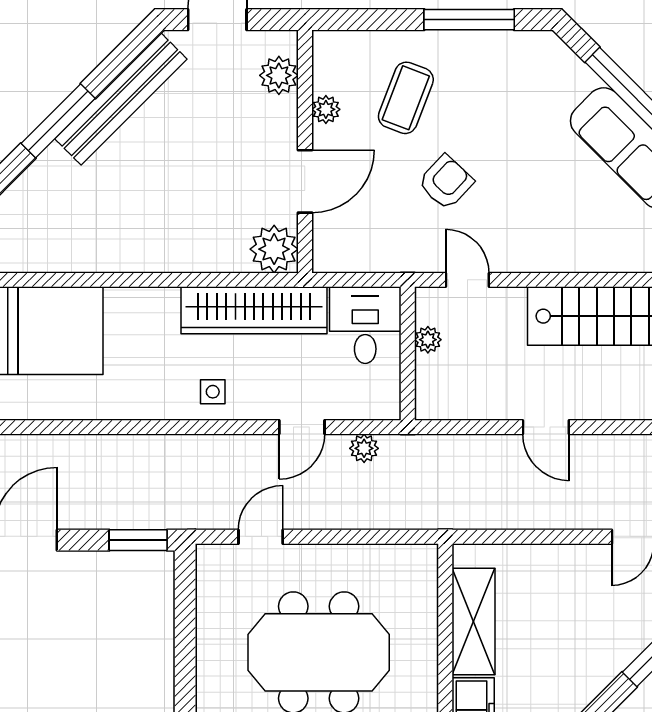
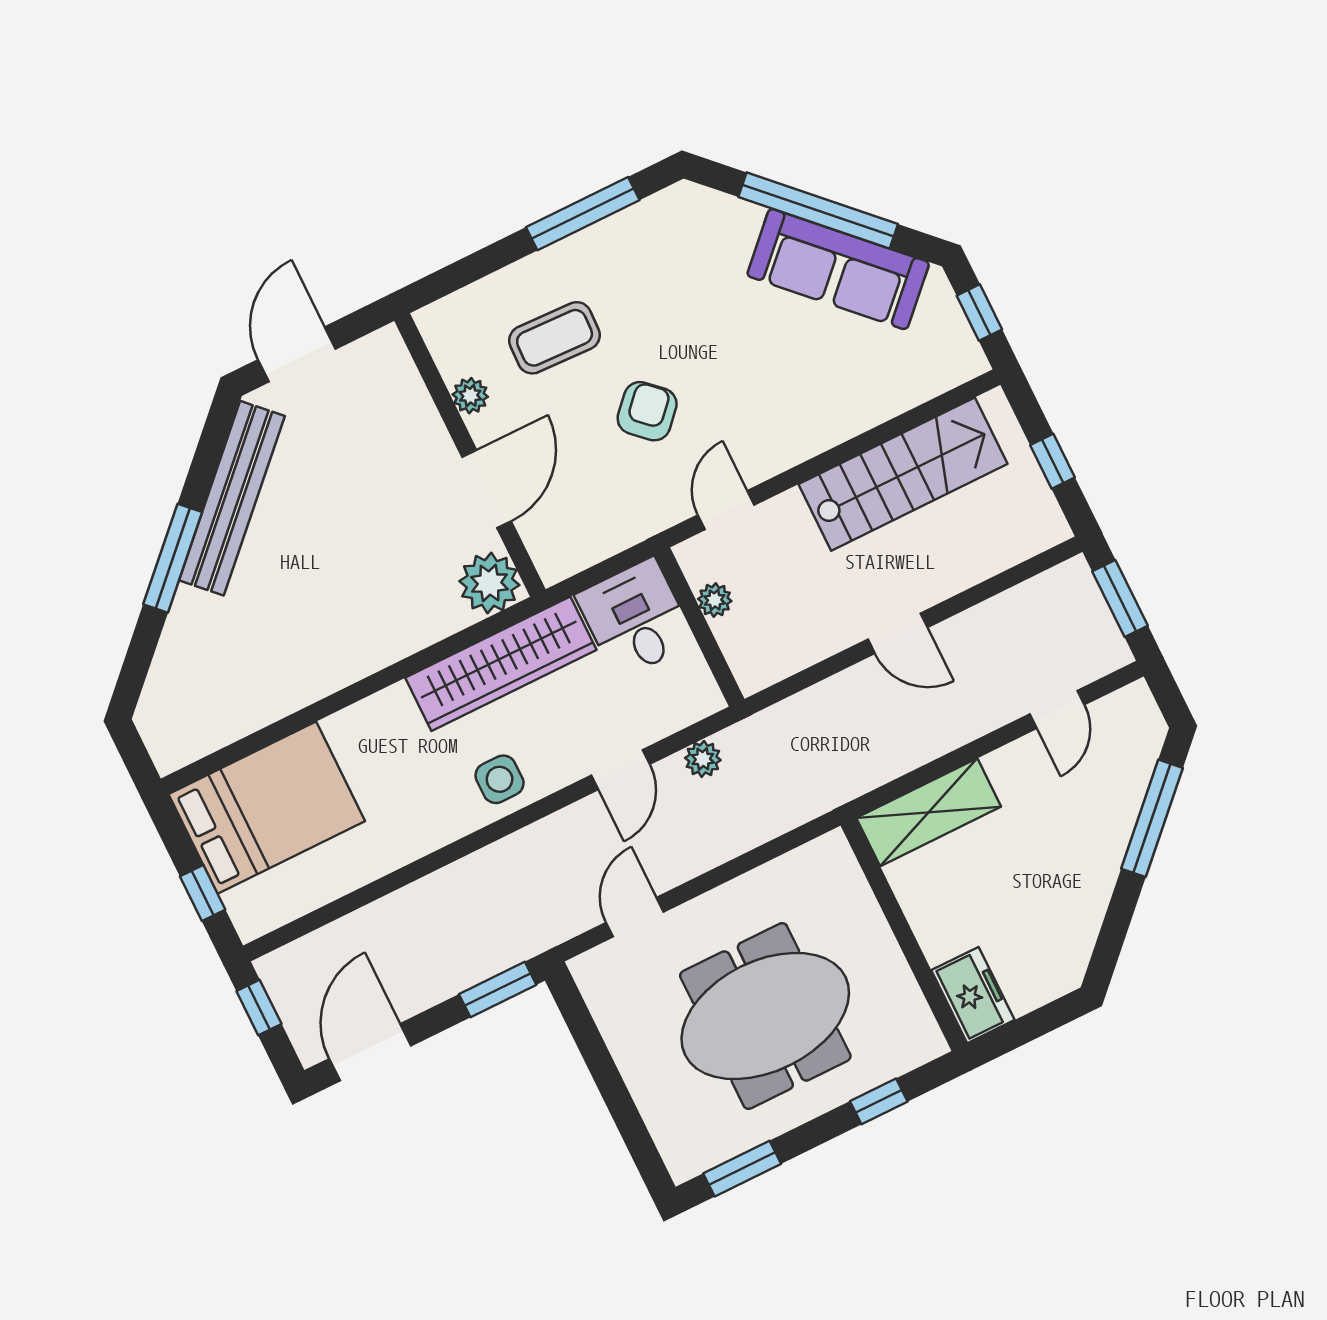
plant: (279, 75) -> (398, 383), removed
coffee table: (406, 98) -> (555, 338), turned 71
door: (467, 280) -> (726, 510), hinge flipped
side table: (213, 392) -> (500, 779), width x1.37, depth x1.37
shelving: (474, 622) -> (929, 812), moved, turned 90

